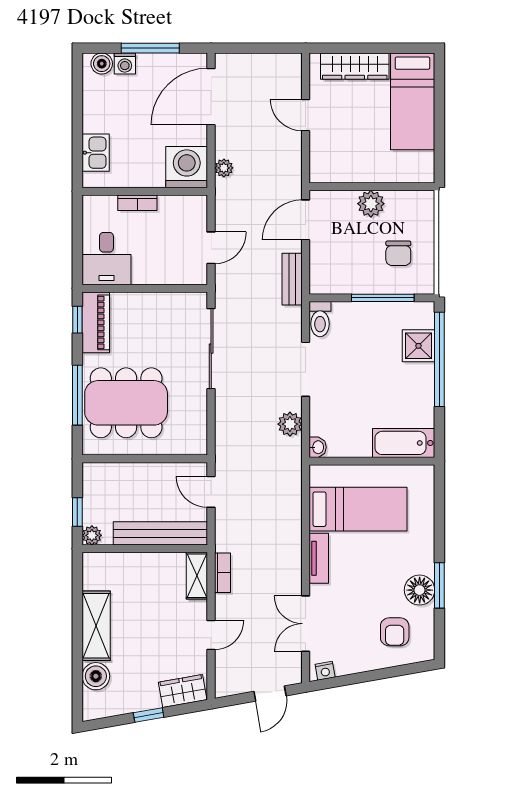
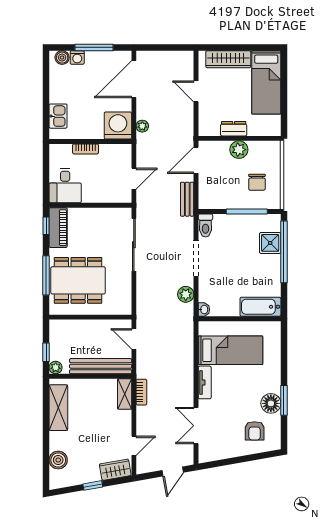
dresser: (363, 172) -> (234, 129), added
shelving: (96, 626) -> (58, 408), moved
door: (211, 635) -> (134, 446), moved
nightstand: (325, 671) -> (209, 456), removed

